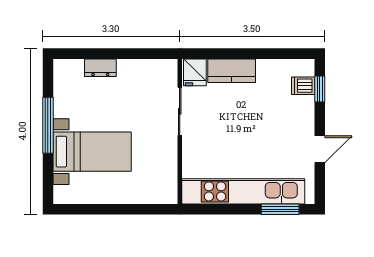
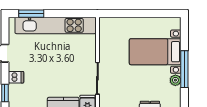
dishwasher: (303, 86) -> (16, 77), moved
plant: (62, 108) -> (175, 80), added

